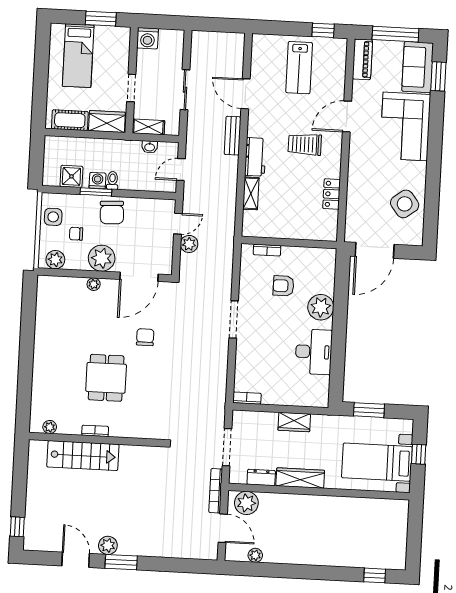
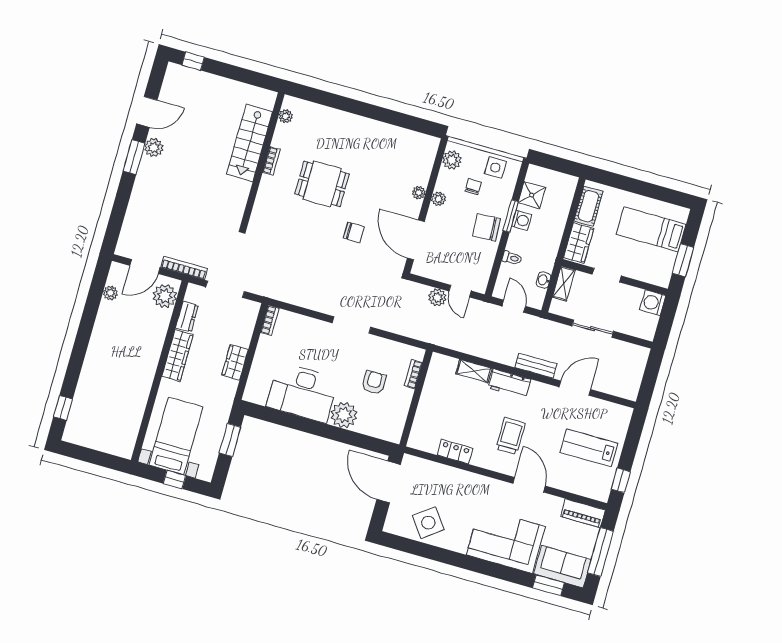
toilet: (112, 180) -> (512, 258), moved
plant: (102, 258) -> (439, 199), width x0.53, depth x0.53
desk: (314, 352) -> (302, 393), width x1.36, depth x1.30

